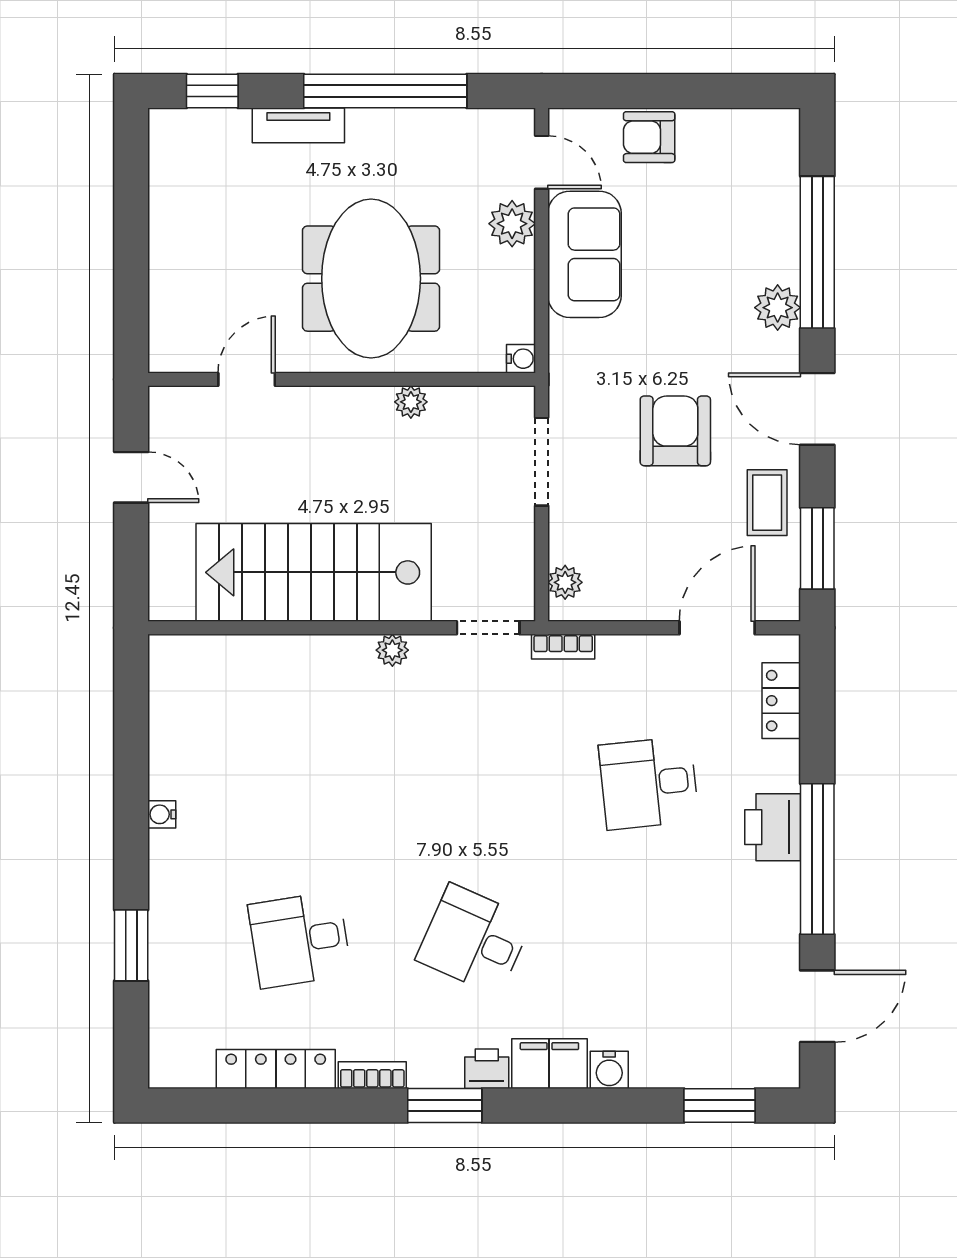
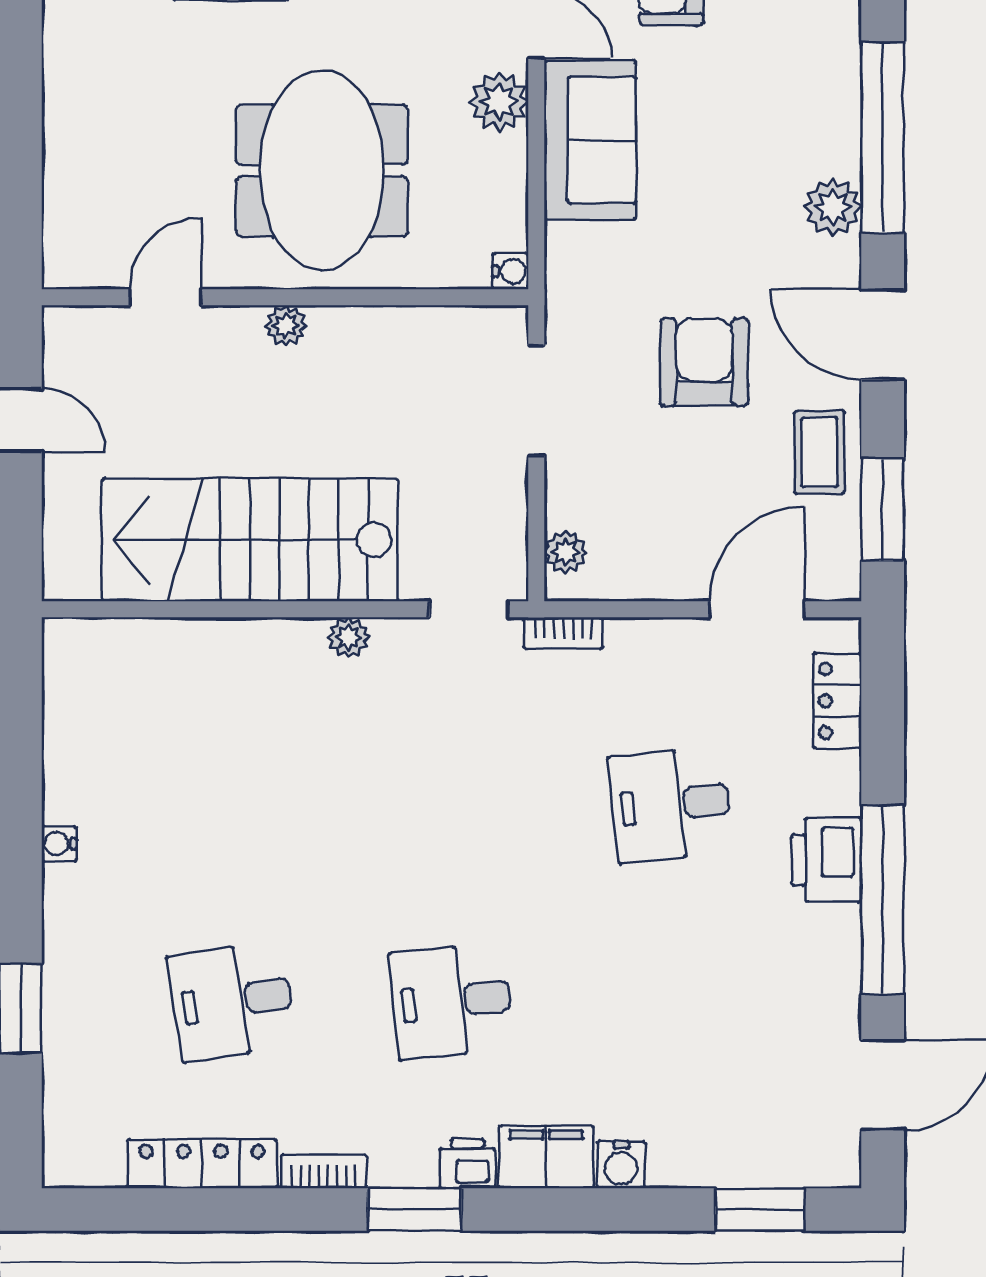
plant: (411, 402) -> (286, 326), moved
desk: (474, 940) -> (452, 1001), turned -30

